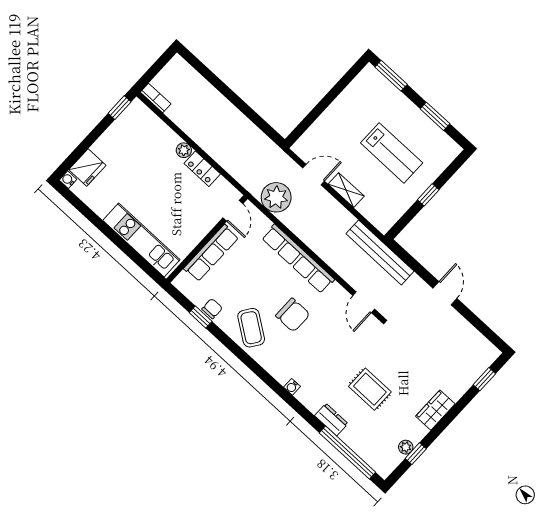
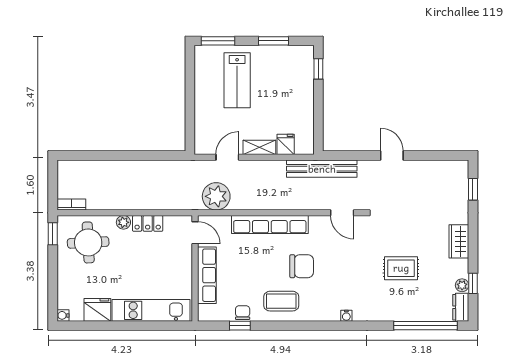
round table: (141, 140) -> (88, 242), added
lab bench: (392, 153) -> (237, 80), moved, turned 90
fridge: (87, 167) -> (97, 310), moved, turned -90
window: (428, 195) -> (318, 69), moved
fridge: (369, 207) -> (286, 144), added
coffee table: (251, 328) -> (281, 301), turned -35
dresser: (331, 420) -> (461, 307), moved, turned -90

